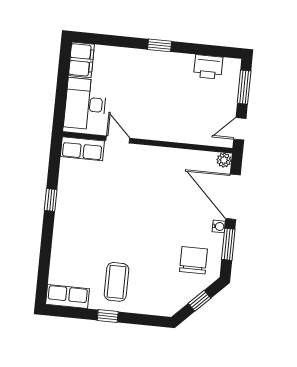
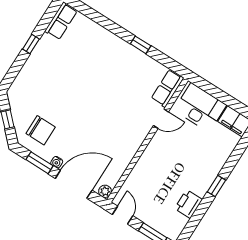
printer: (208, 67) -> (188, 204), moved
coffee table: (116, 282) -> (53, 64), removed

